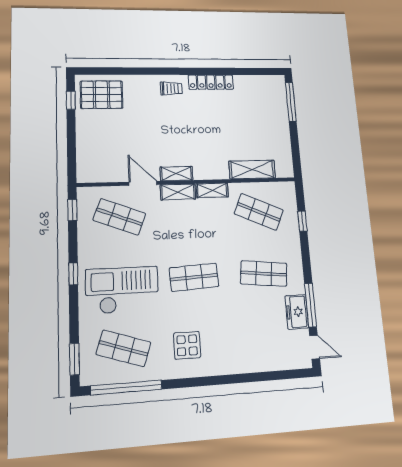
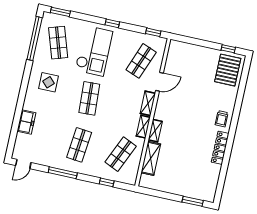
window: (291, 102) -> (193, 201), width x0.69
shelving: (176, 174) -> (155, 131), moved
window: (311, 305) -> (63, 173), moved
freezer: (297, 312) -> (26, 122), moved, turned 90
shop shelf: (124, 348) -> (58, 43), turned -36

